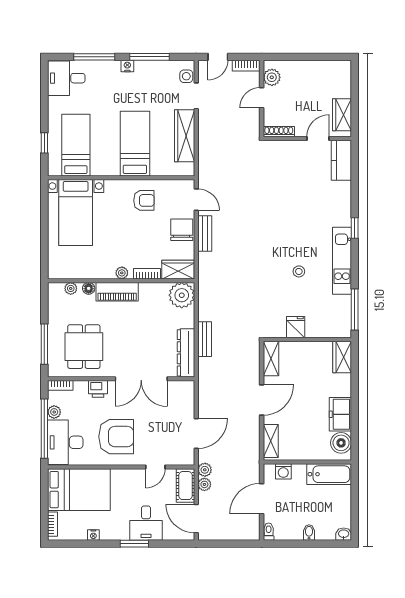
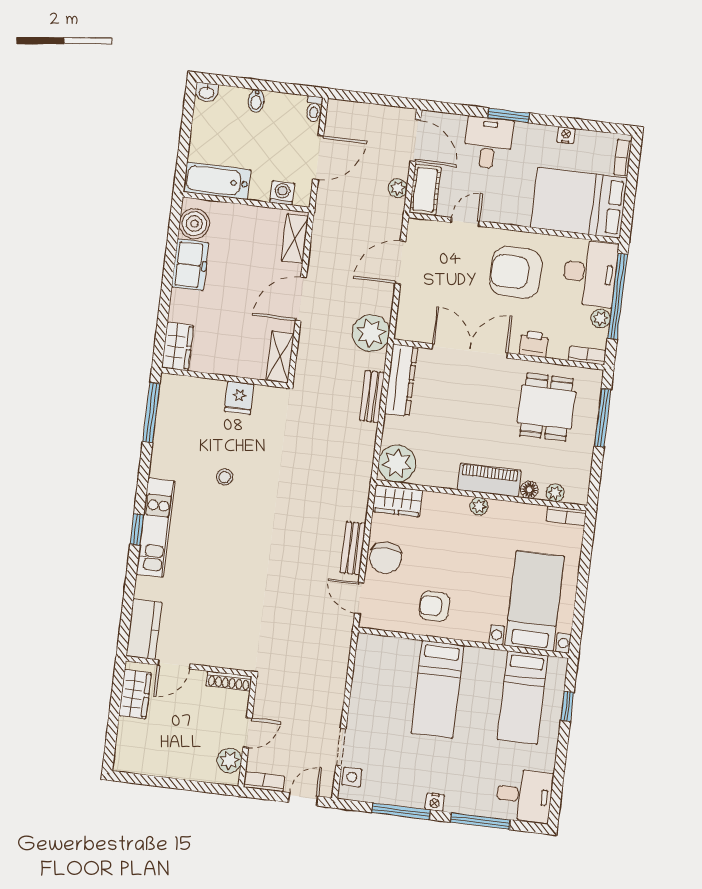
wardrobe: (185, 136) -> (365, 692), removed
kitchen unit: (342, 261) -> (156, 528), moved
bookcase: (147, 274) -> (566, 516), moved
plant: (205, 470) -> (371, 333), moved, width x1.87, depth x1.87

